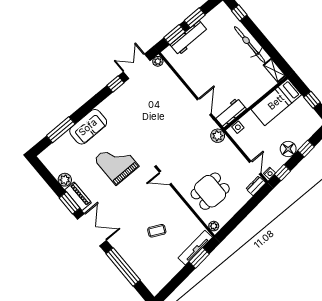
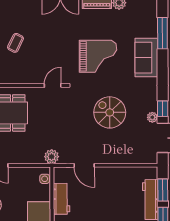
plant: (158, 61) -> (152, 117), moved
workbench: (230, 113) -> (62, 199), moved
spiral stairs: (150, 120) -> (110, 112), added

